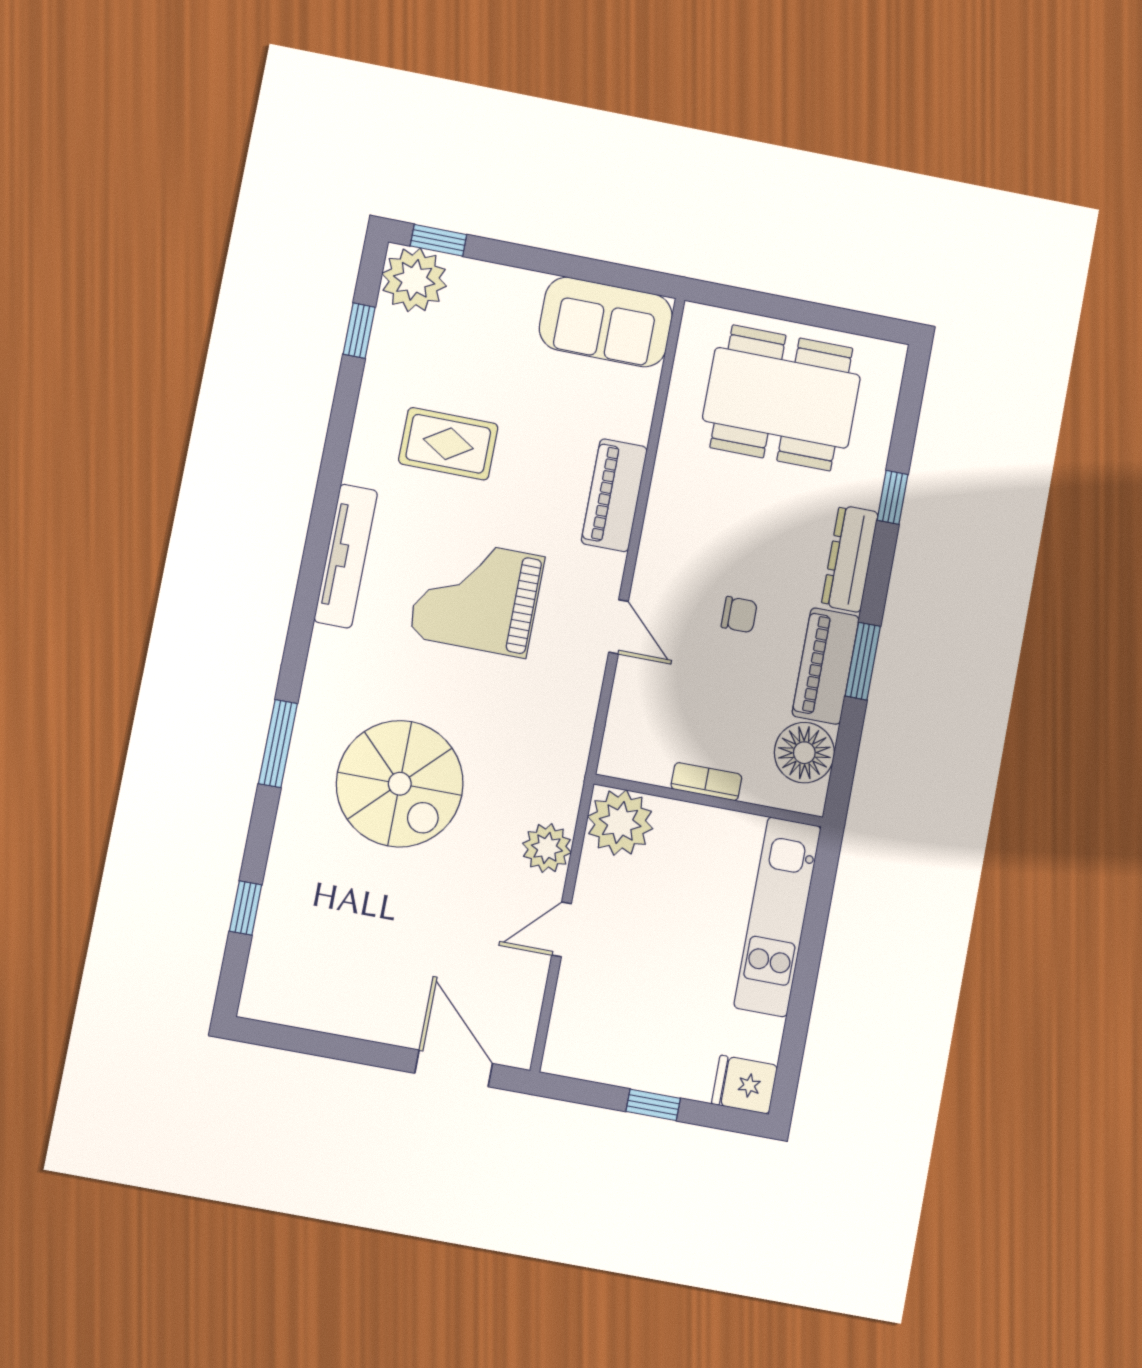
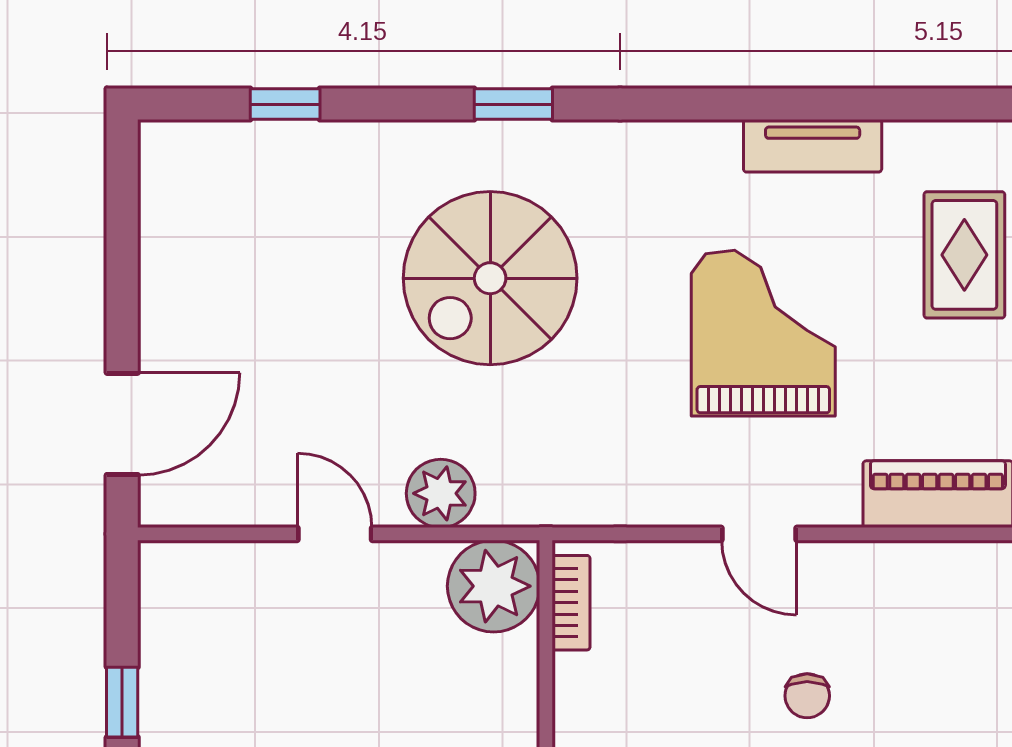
tv unit: (346, 556) -> (813, 146), width x0.71
door: (618, 627) -> (759, 534), hinge flipped
window: (278, 744) -> (513, 104), width x0.67
bookcase: (706, 782) -> (571, 603), moved

